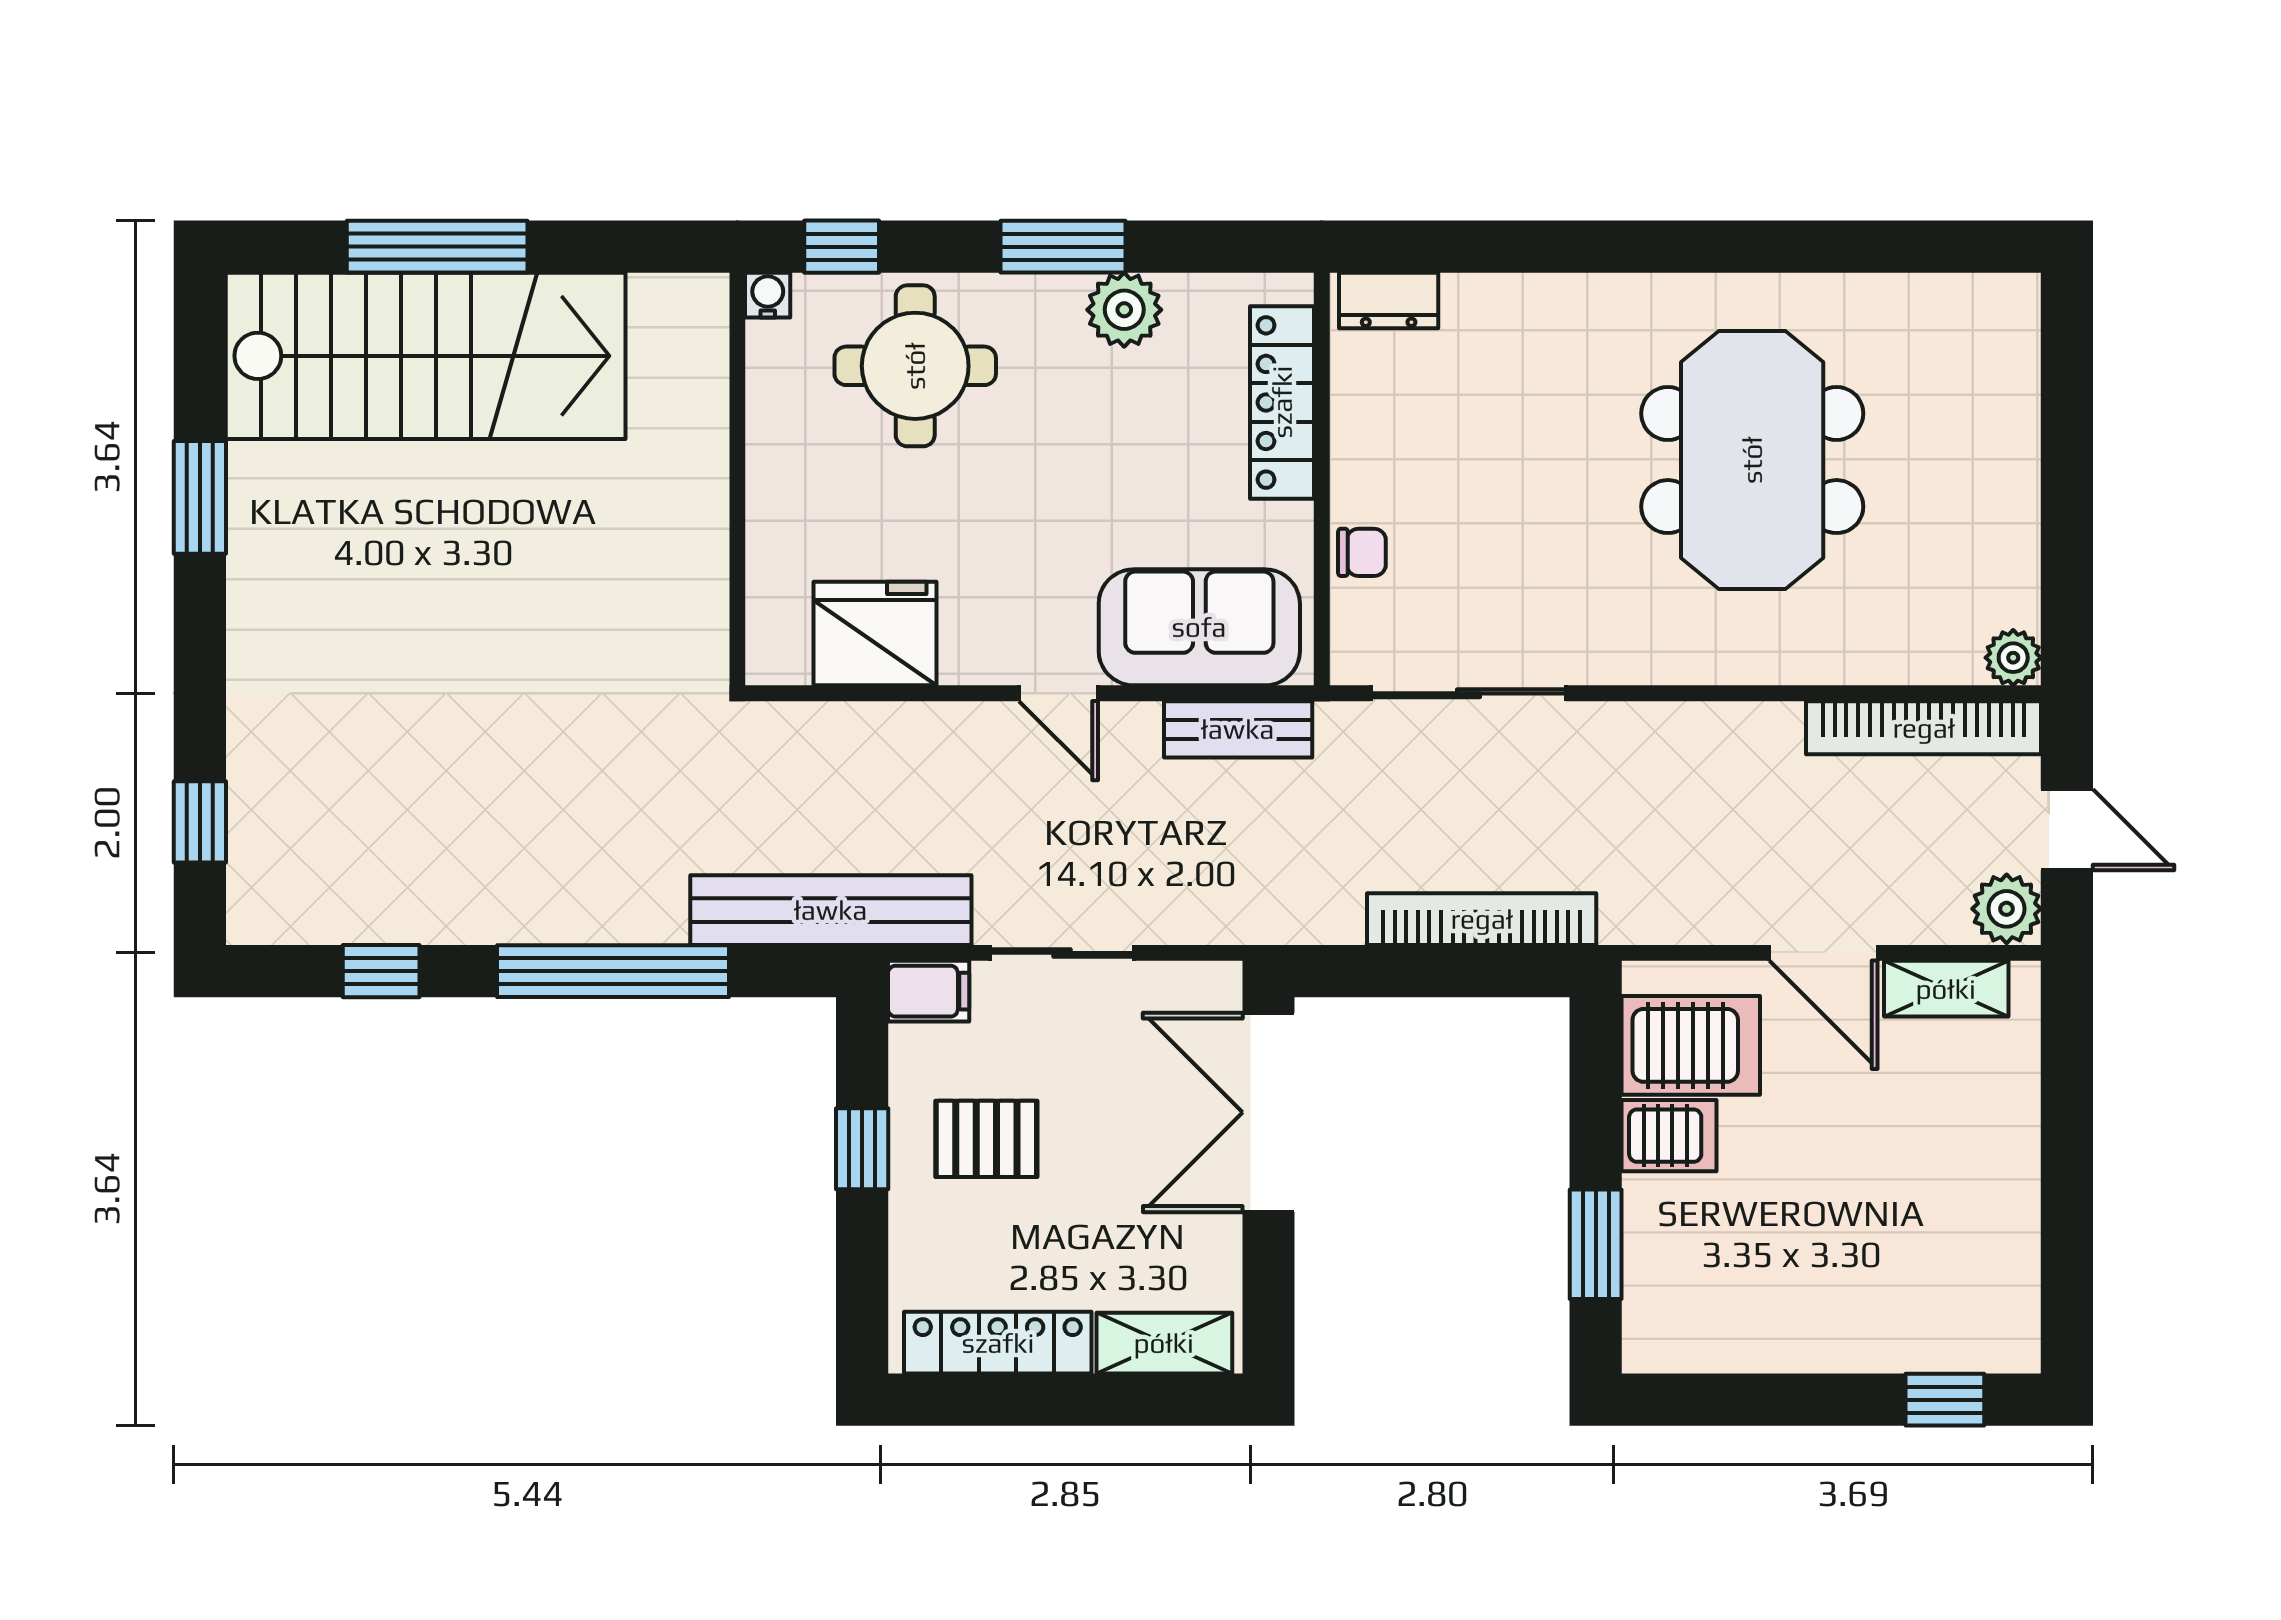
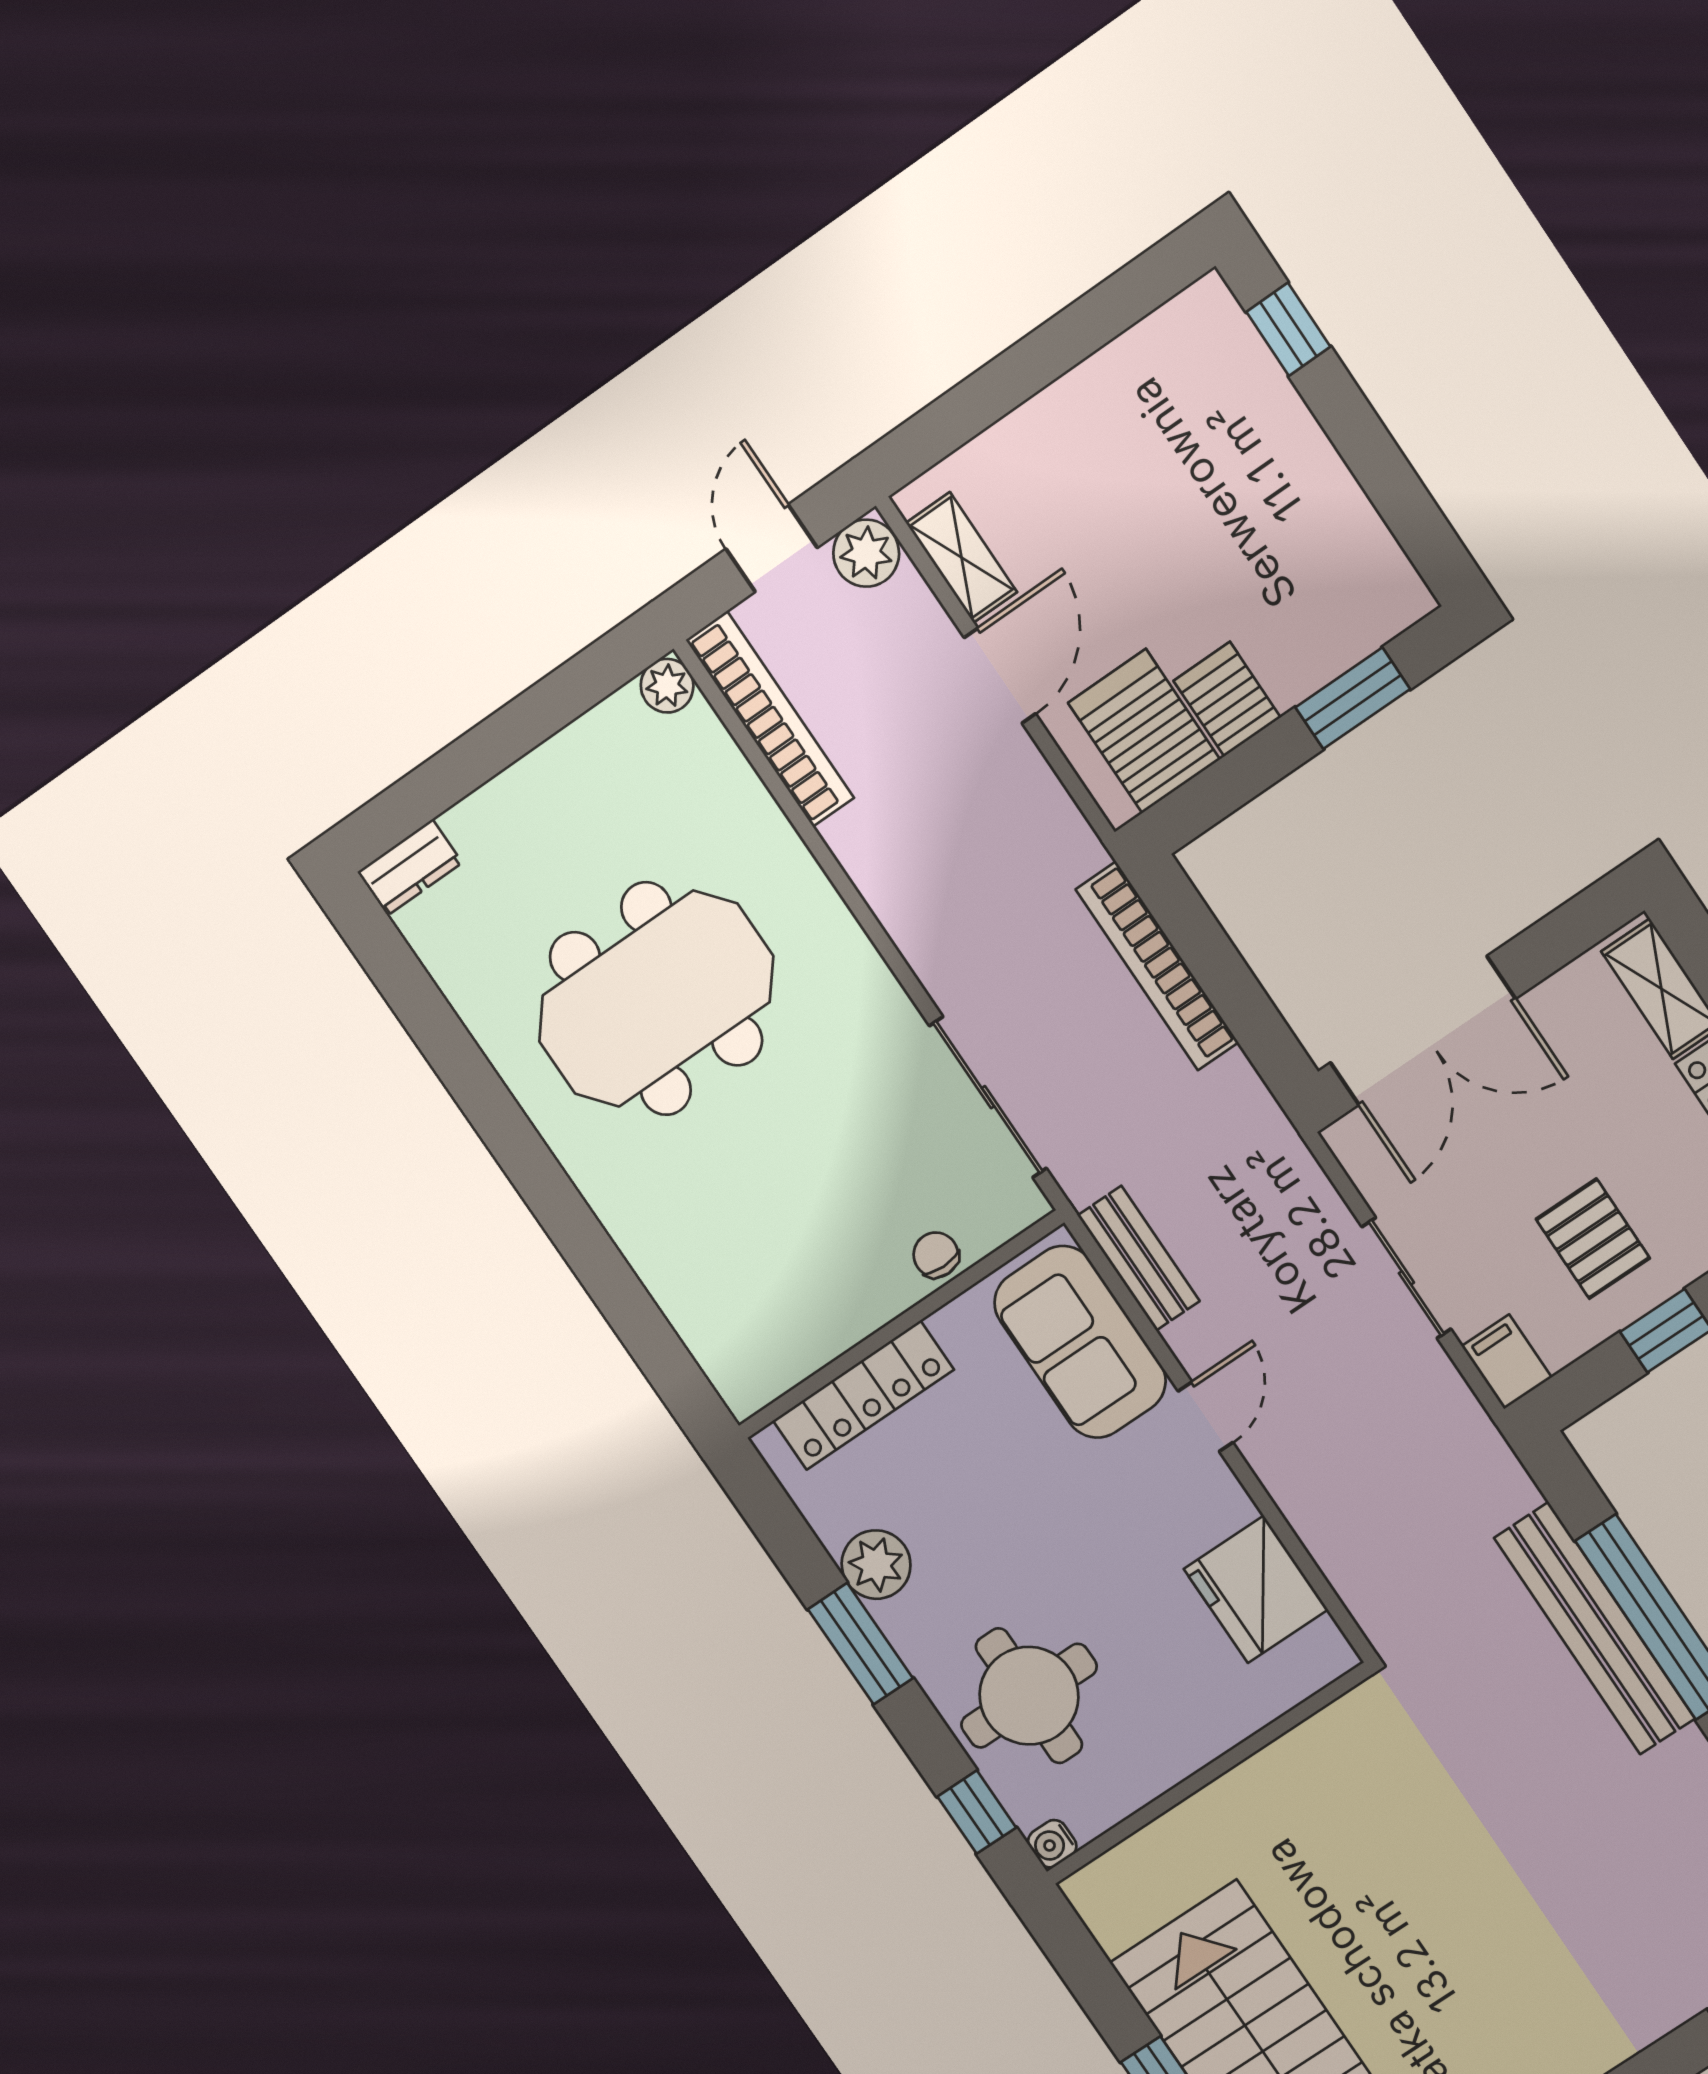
dresser: (1389, 300) -> (410, 867), moved, turned 90
bench: (831, 910) -> (1595, 1628), moved

